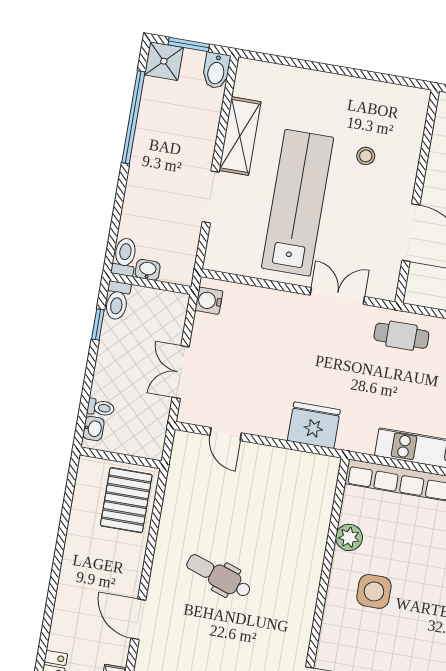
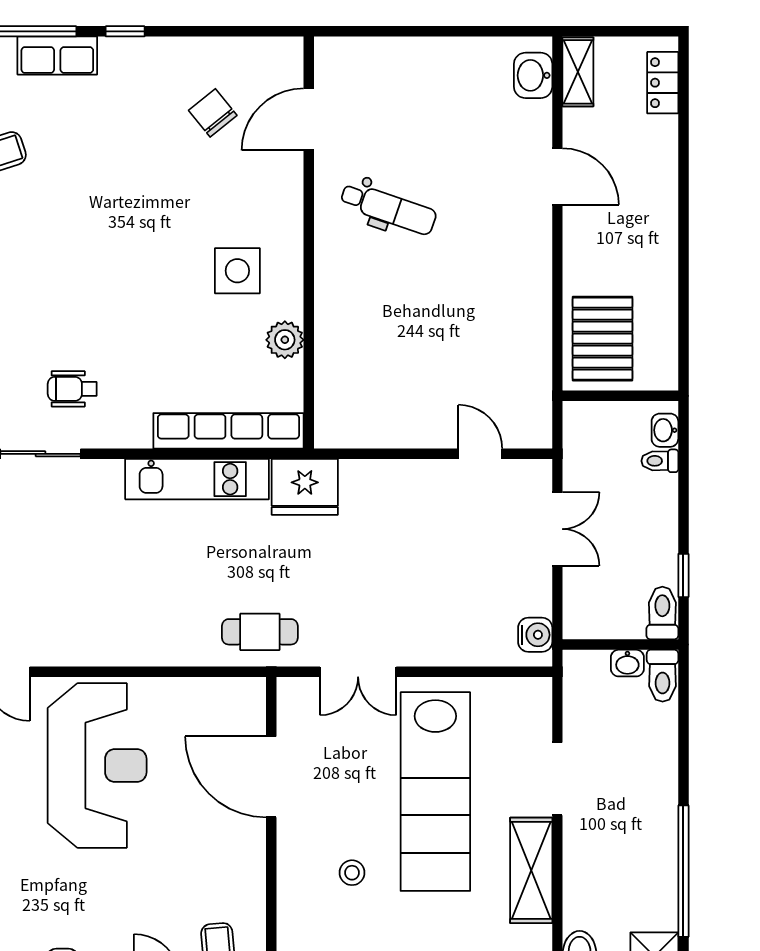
fridge: (314, 425) -> (305, 487), moved
dental chair: (219, 576) -> (388, 208), moved

